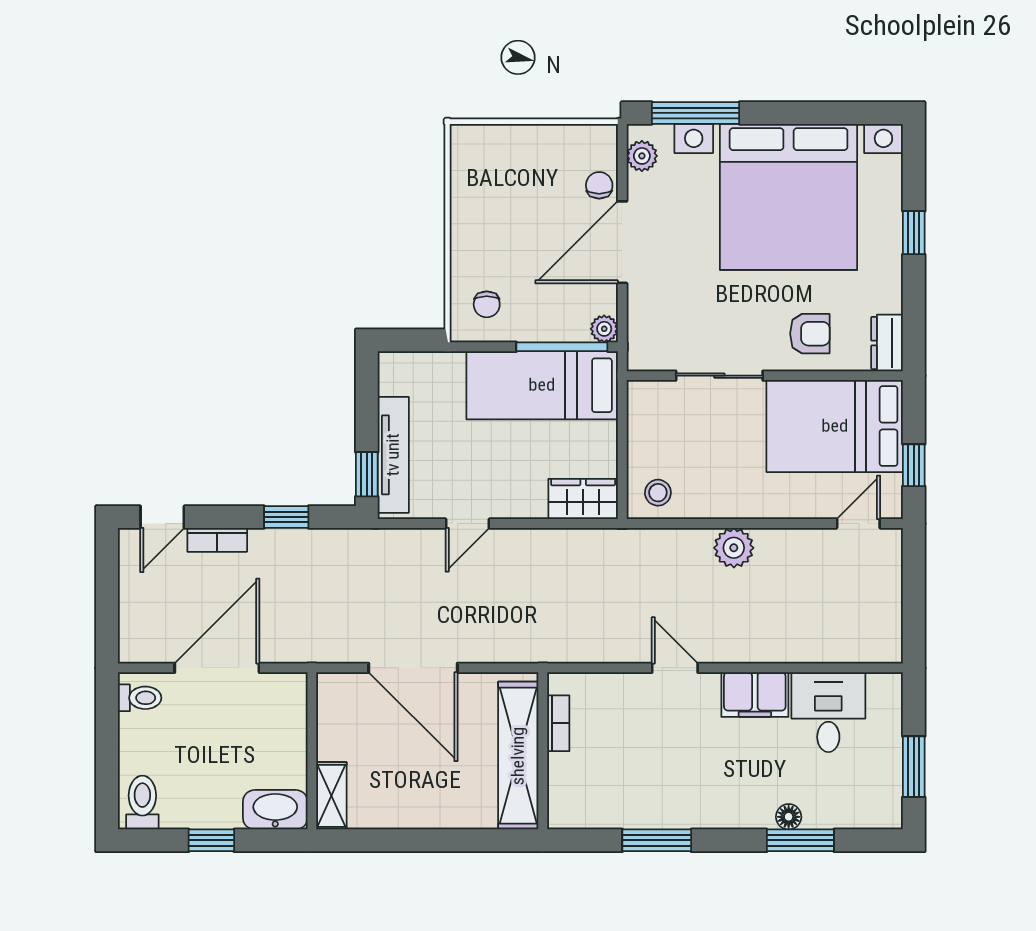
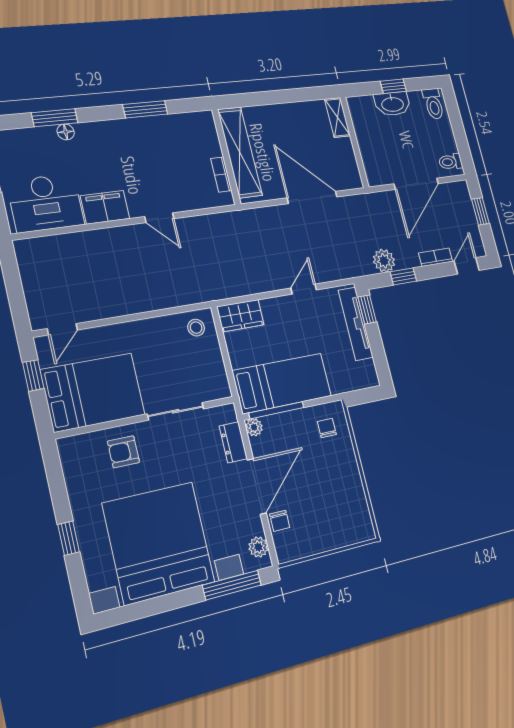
dresser: (887, 343) -> (233, 442), moved, turned 180
plant: (734, 548) -> (384, 261), moved
window: (107, 605) -> (480, 211), added
desk: (828, 712) -> (46, 203), width x1.37
washbasin: (275, 810) -> (392, 104), moved

